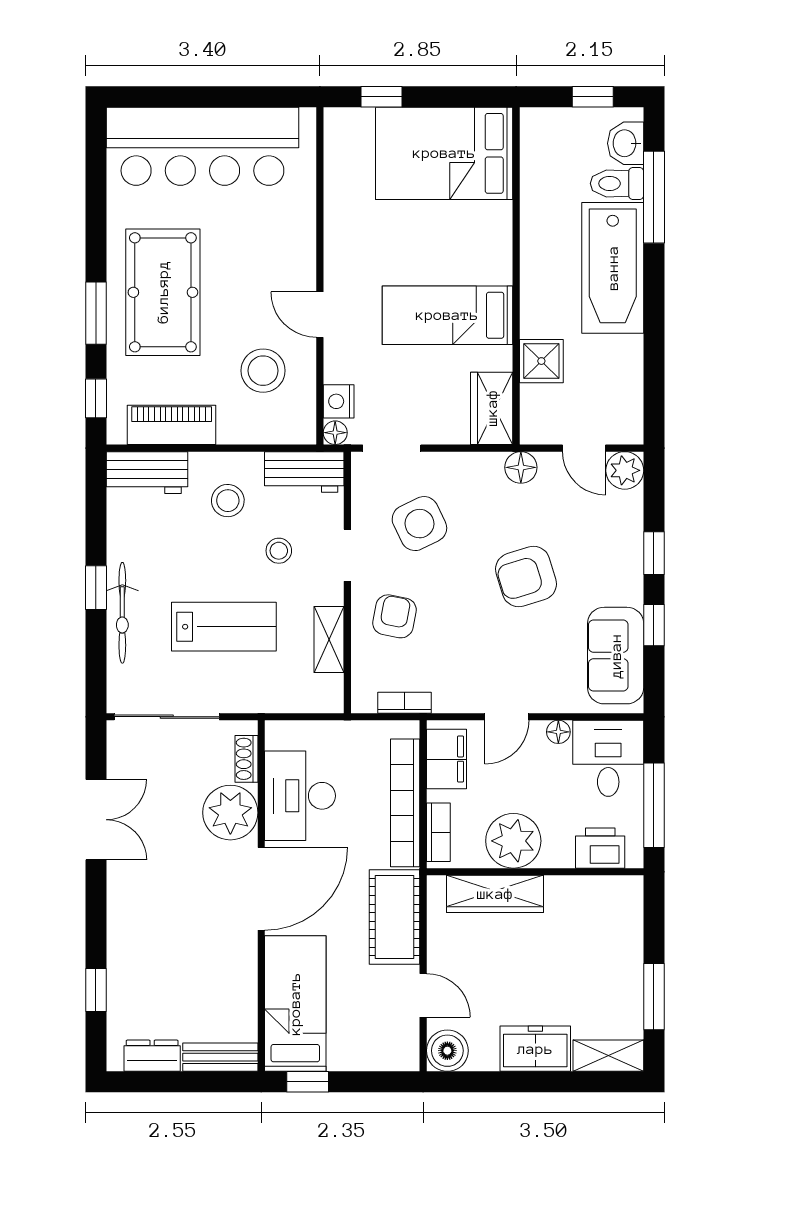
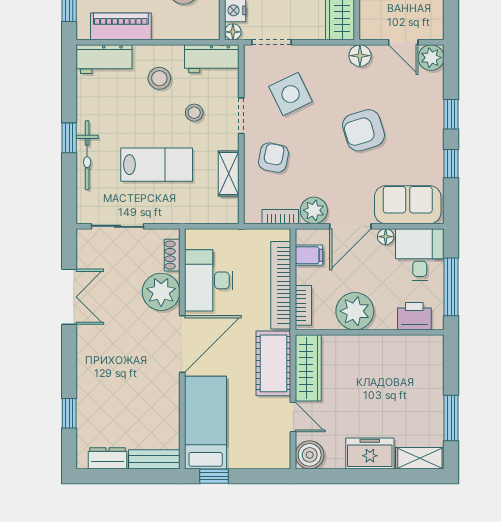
sofa: (616, 656) -> (408, 205), moved, turned 90
plant: (453, 694) -> (314, 210), added
sliding door: (167, 717) -> (118, 226), width x0.73
door: (507, 717) -> (350, 226), width x1.38
filing cabinet: (447, 759) -> (309, 255), width x0.50
wardrobe: (495, 894) -> (308, 368), moved, turned -90

